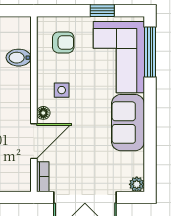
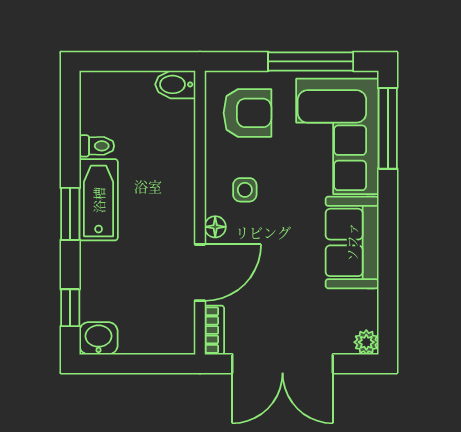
window: (102, 11) -> (311, 61), width x2.17
armchair: (63, 42) -> (247, 113), width x1.38, depth x1.38
bidet: (19, 58) -> (175, 84), moved

